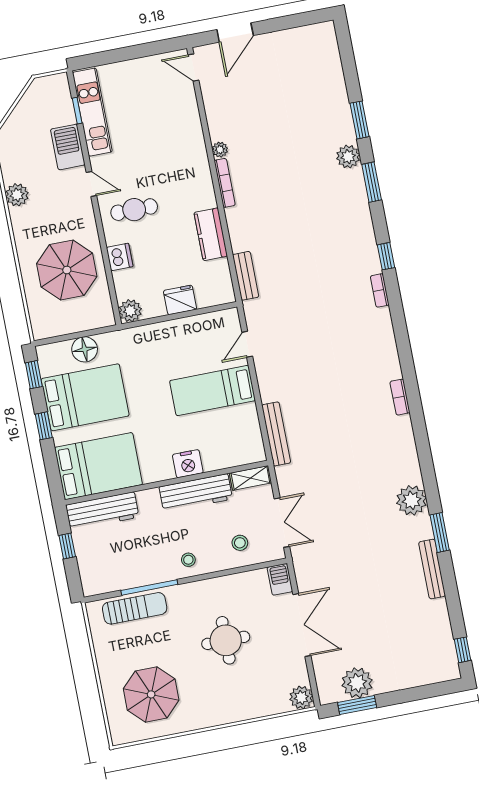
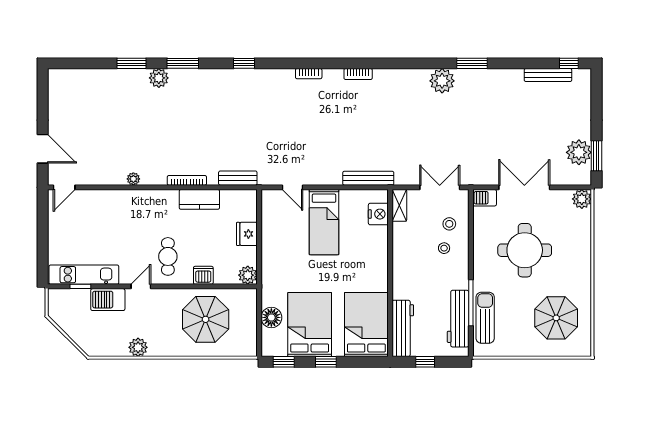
bookcase: (225, 183) -> (187, 180), moved
bookcase: (380, 290) -> (309, 74), moved
nightstand: (188, 464) -> (378, 214), moved
workbench: (196, 493) -> (458, 319), moved, turned 180
stool: (188, 560) -> (444, 248), moved
bench: (432, 569) -> (548, 75), moved
round table: (226, 640) -> (525, 250), width x1.36, depth x1.36

